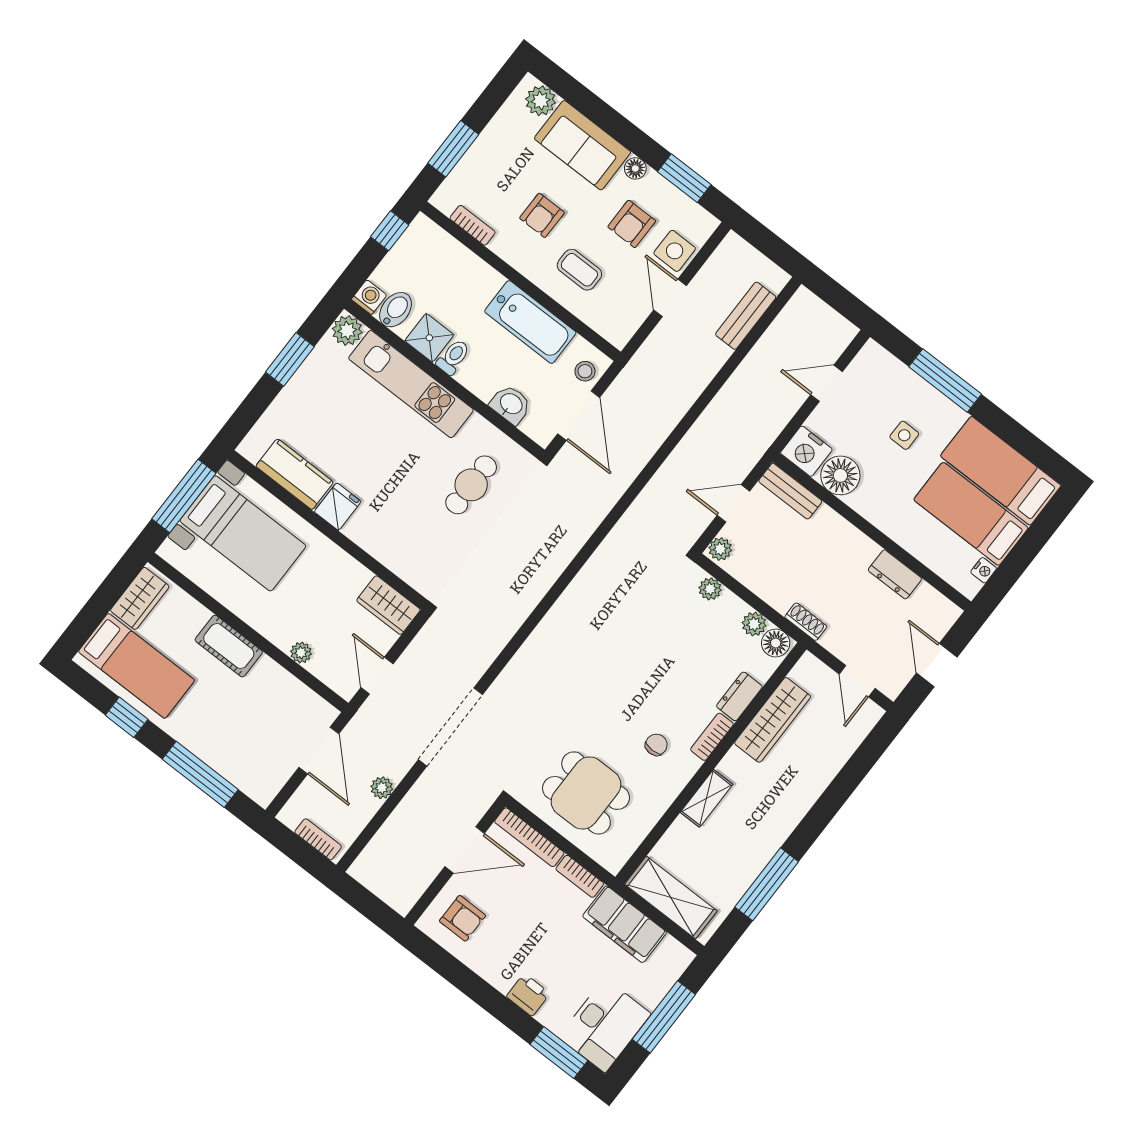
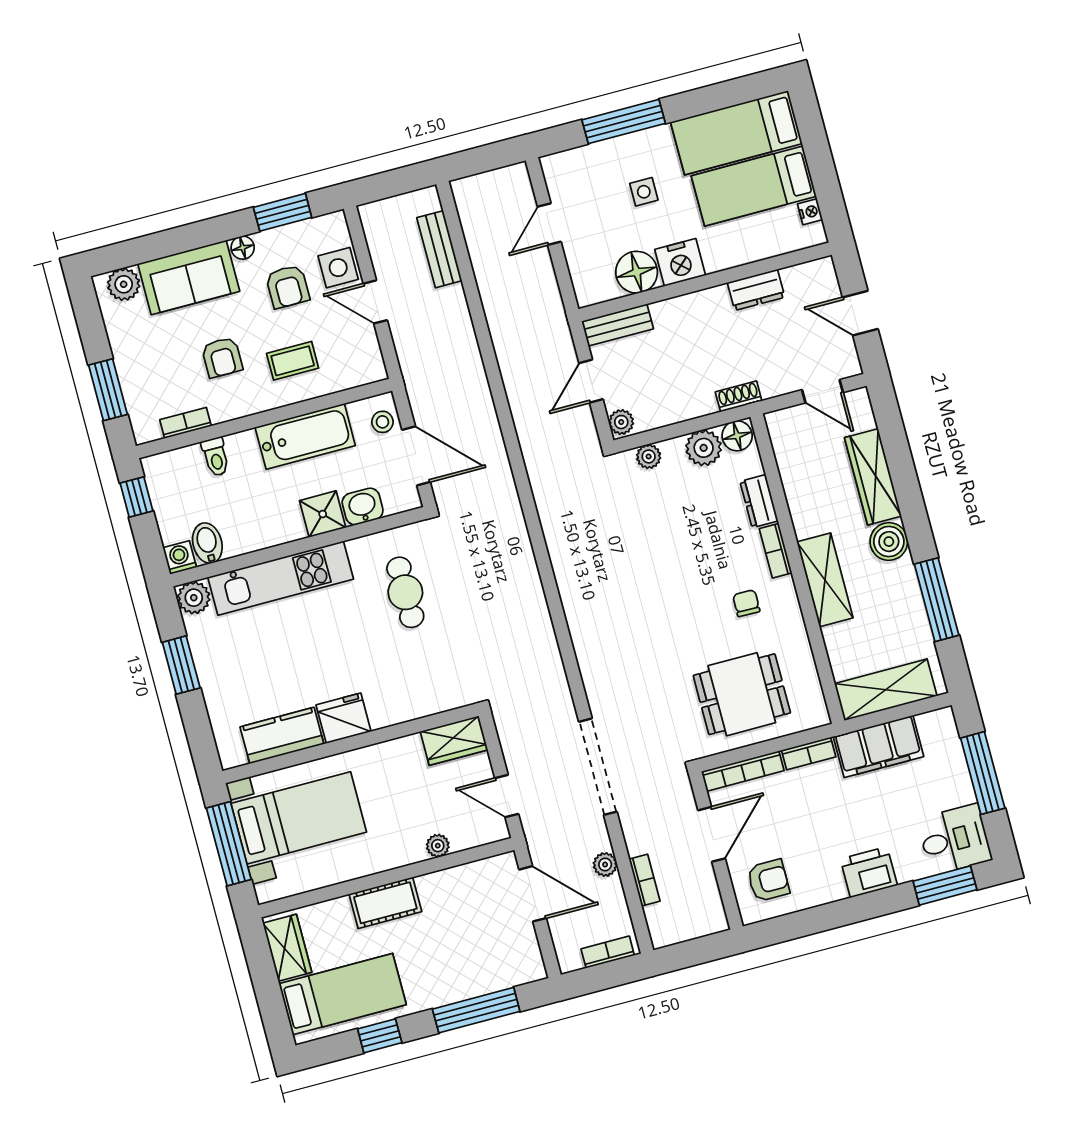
shower: (429, 338) -> (323, 514), moved
toilet: (453, 357) -> (216, 457), moved, turned 180
nightstand: (806, 451) -> (680, 262), moved
fridge: (338, 507) -> (344, 718), width x1.38
plant: (754, 624) -> (704, 448), width x1.38, depth x1.38
wardrobe: (773, 720) -> (873, 477), moved, turned 180
shelving: (707, 798) -> (825, 580), width x1.50, depth x1.33
boiler: (783, 816) -> (889, 542), added
bookcase: (393, 826) -> (644, 880), added
printer: (528, 995) -> (869, 872), width x1.36, depth x1.24
desk: (605, 1025) -> (954, 839), width x0.73

